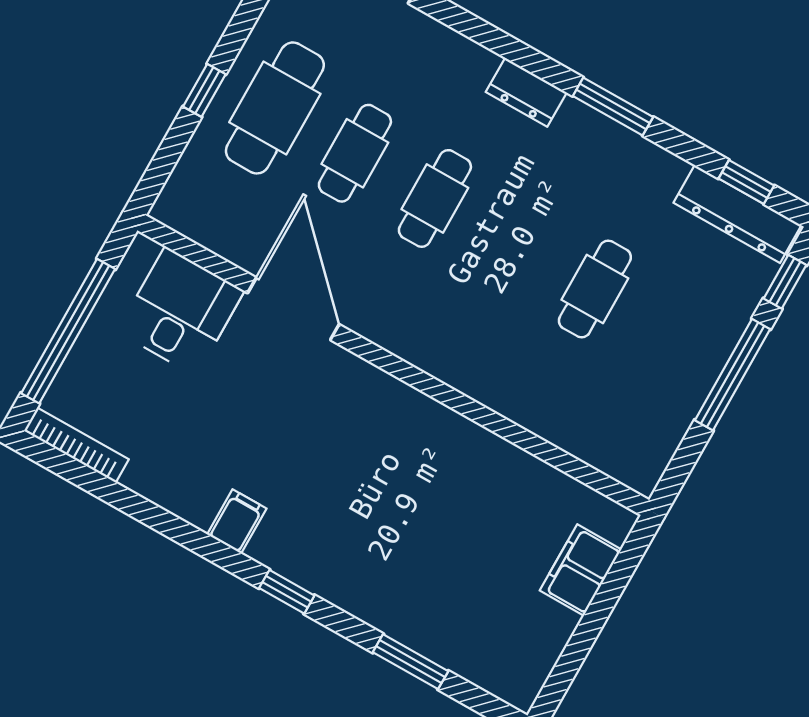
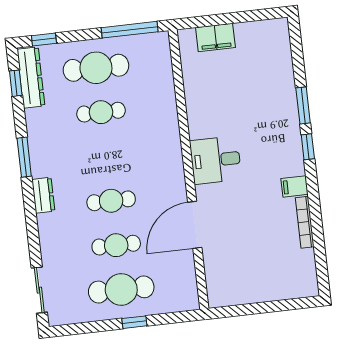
desk: (181, 311) -> (216, 160), moved
window: (68, 331) -> (268, 307), removed
cafe table: (675, 334) -> (96, 68), added
window: (732, 375) -> (130, 30), moved
bookcase: (76, 445) -> (305, 222), moved
window: (411, 662) -> (303, 105), moved

